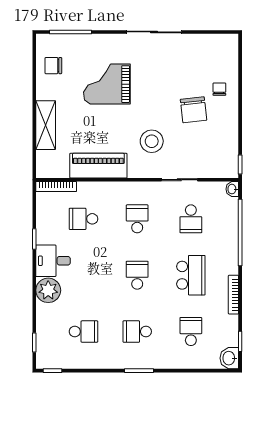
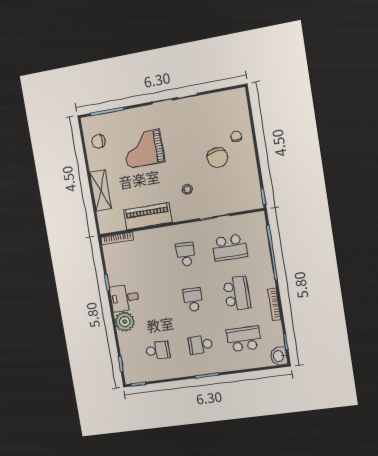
stool: (152, 141) -> (187, 189), width x0.53, depth x0.53
washbasin: (232, 189) -> (260, 218), removed
school desk: (83, 219) -> (143, 261), removed
school desk: (191, 219) -> (229, 248), width x1.85
school desk: (191, 332) -> (244, 339), width x1.85

